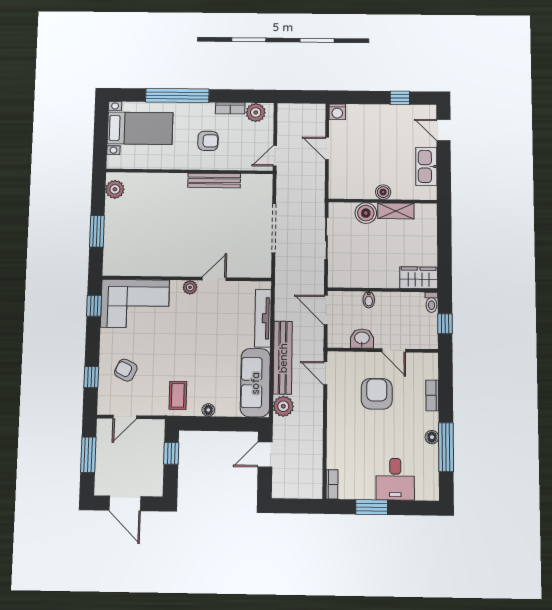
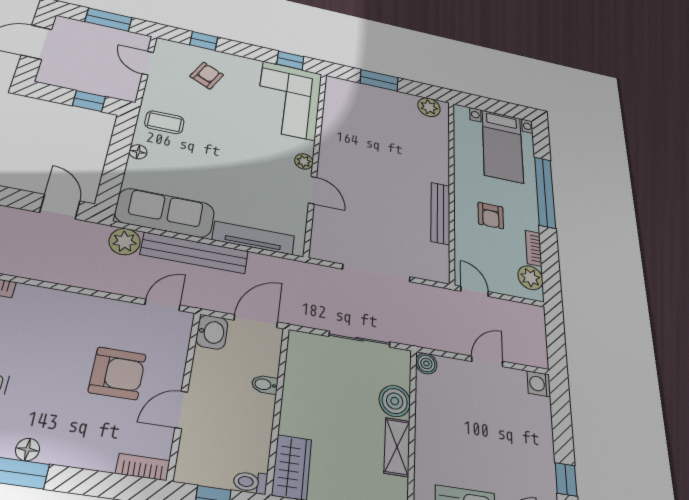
boiler: (383, 192) -> (426, 363), moved
washbasin: (362, 338) -> (212, 332), moved
bookcase: (432, 395) -> (143, 467), moved

